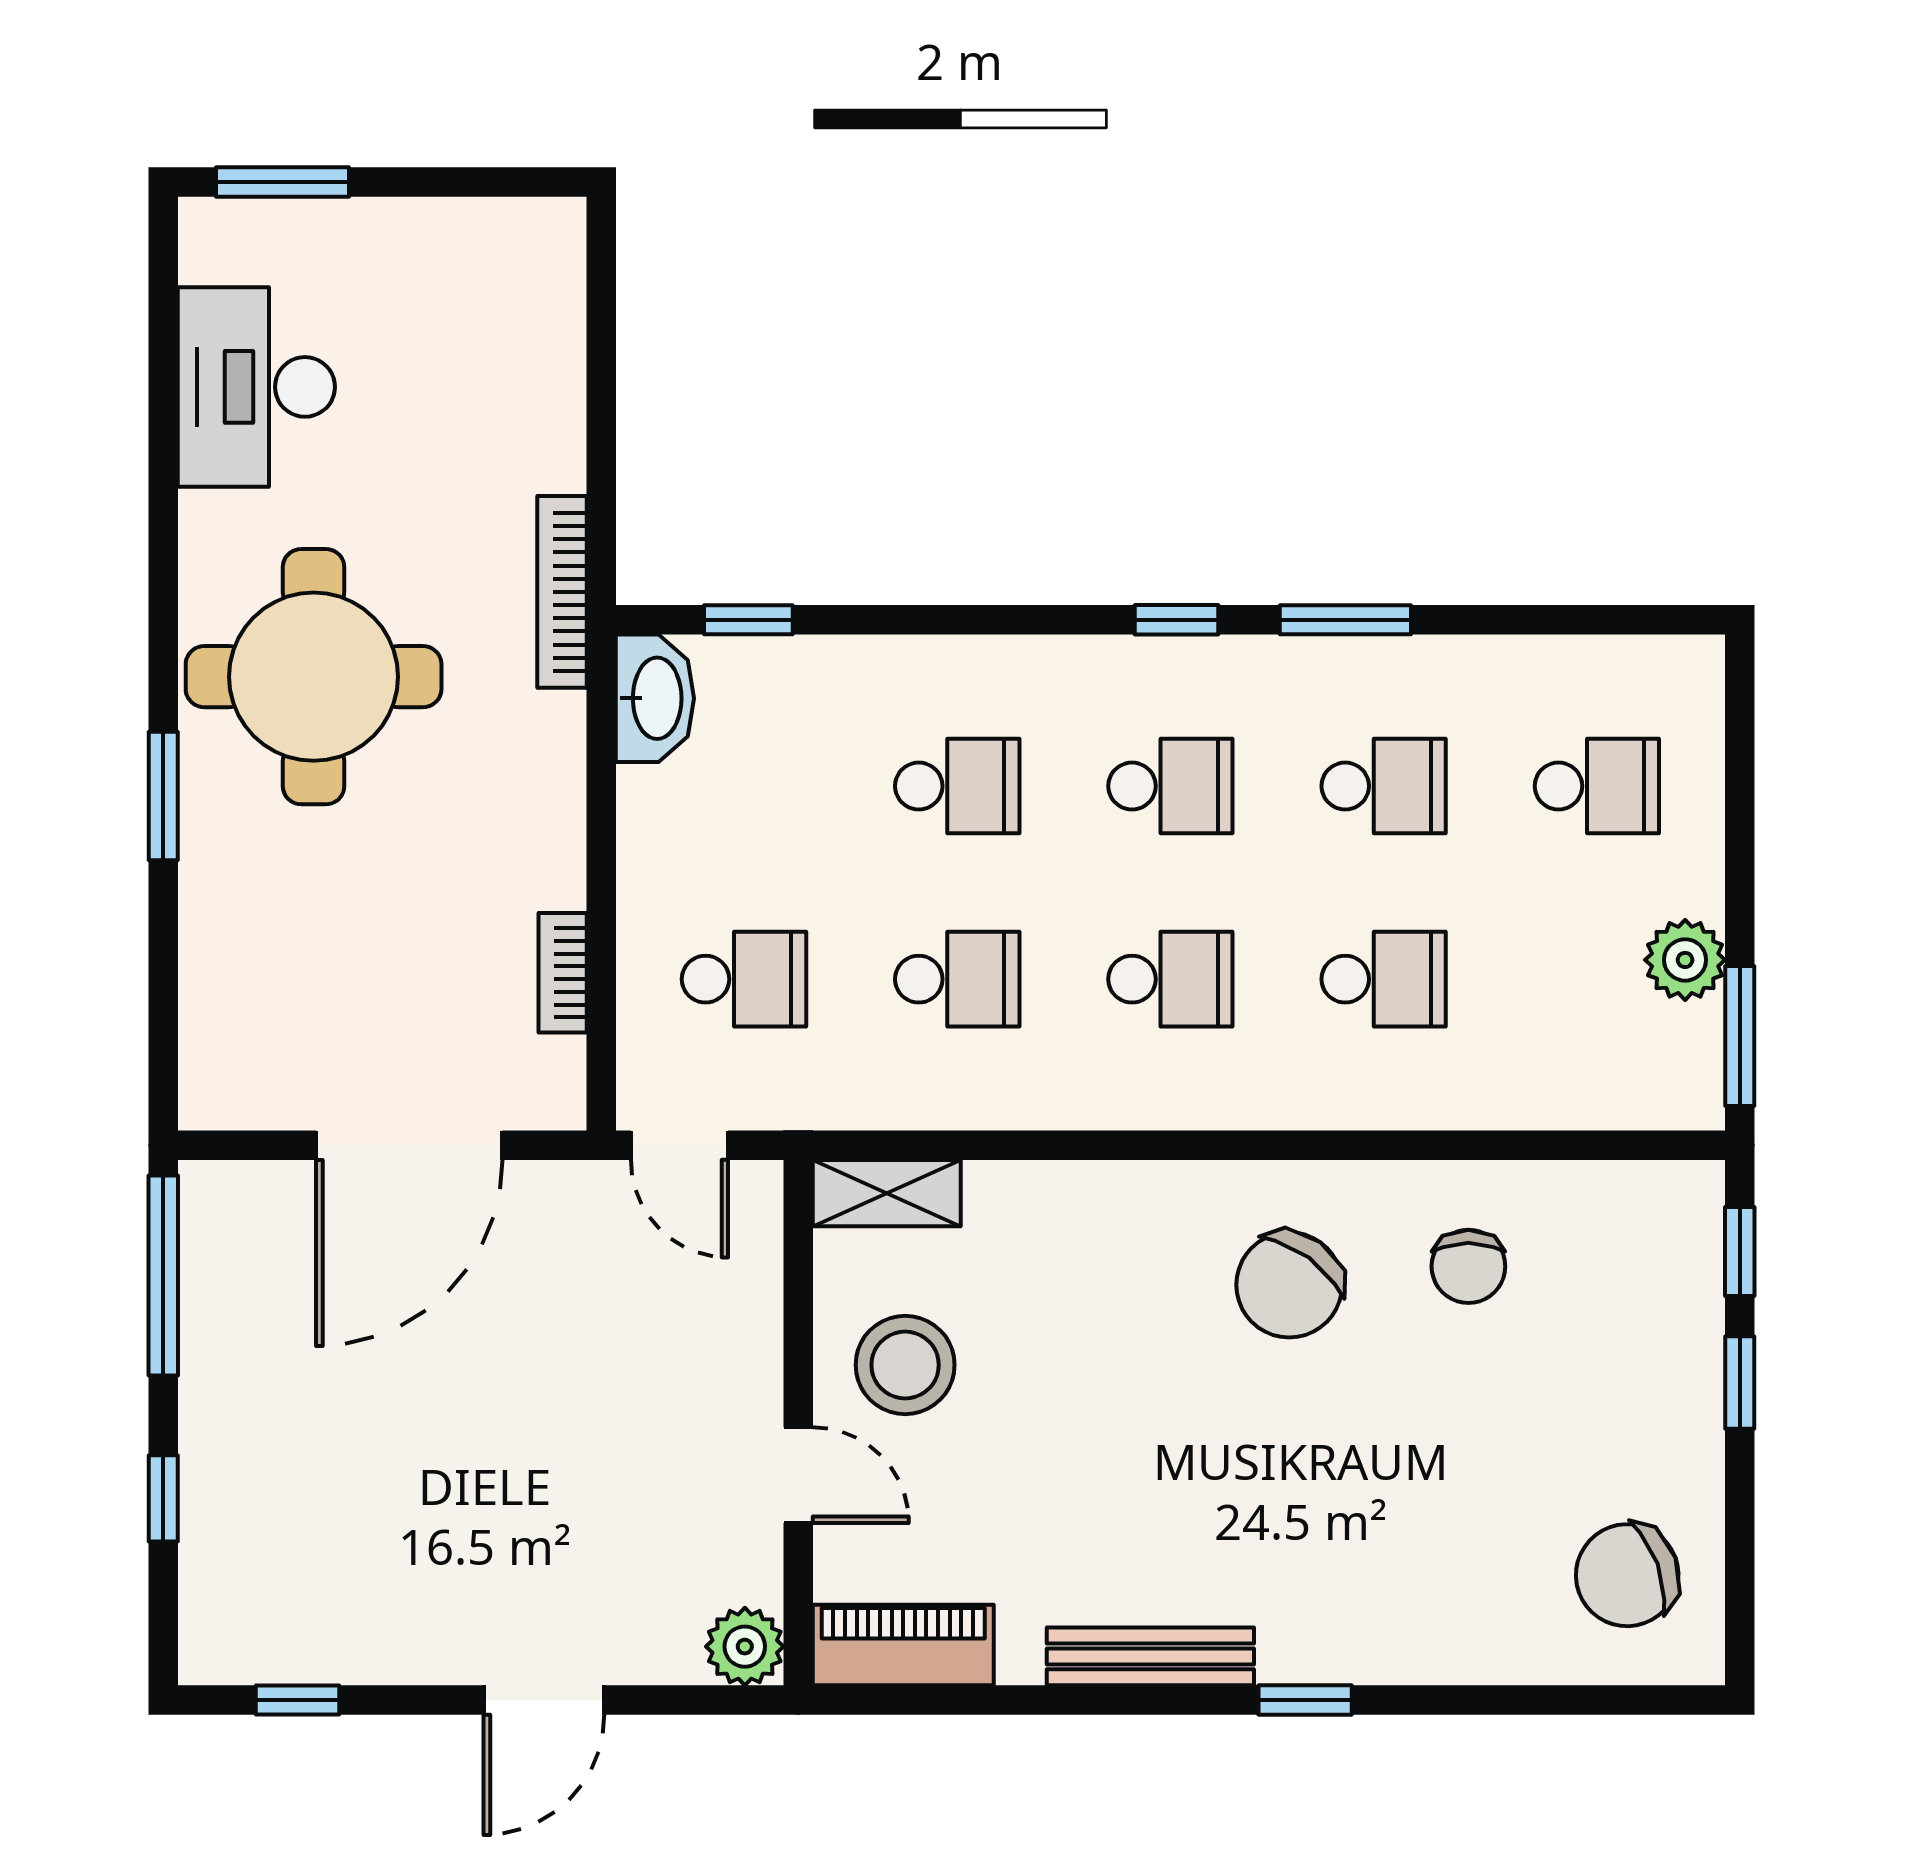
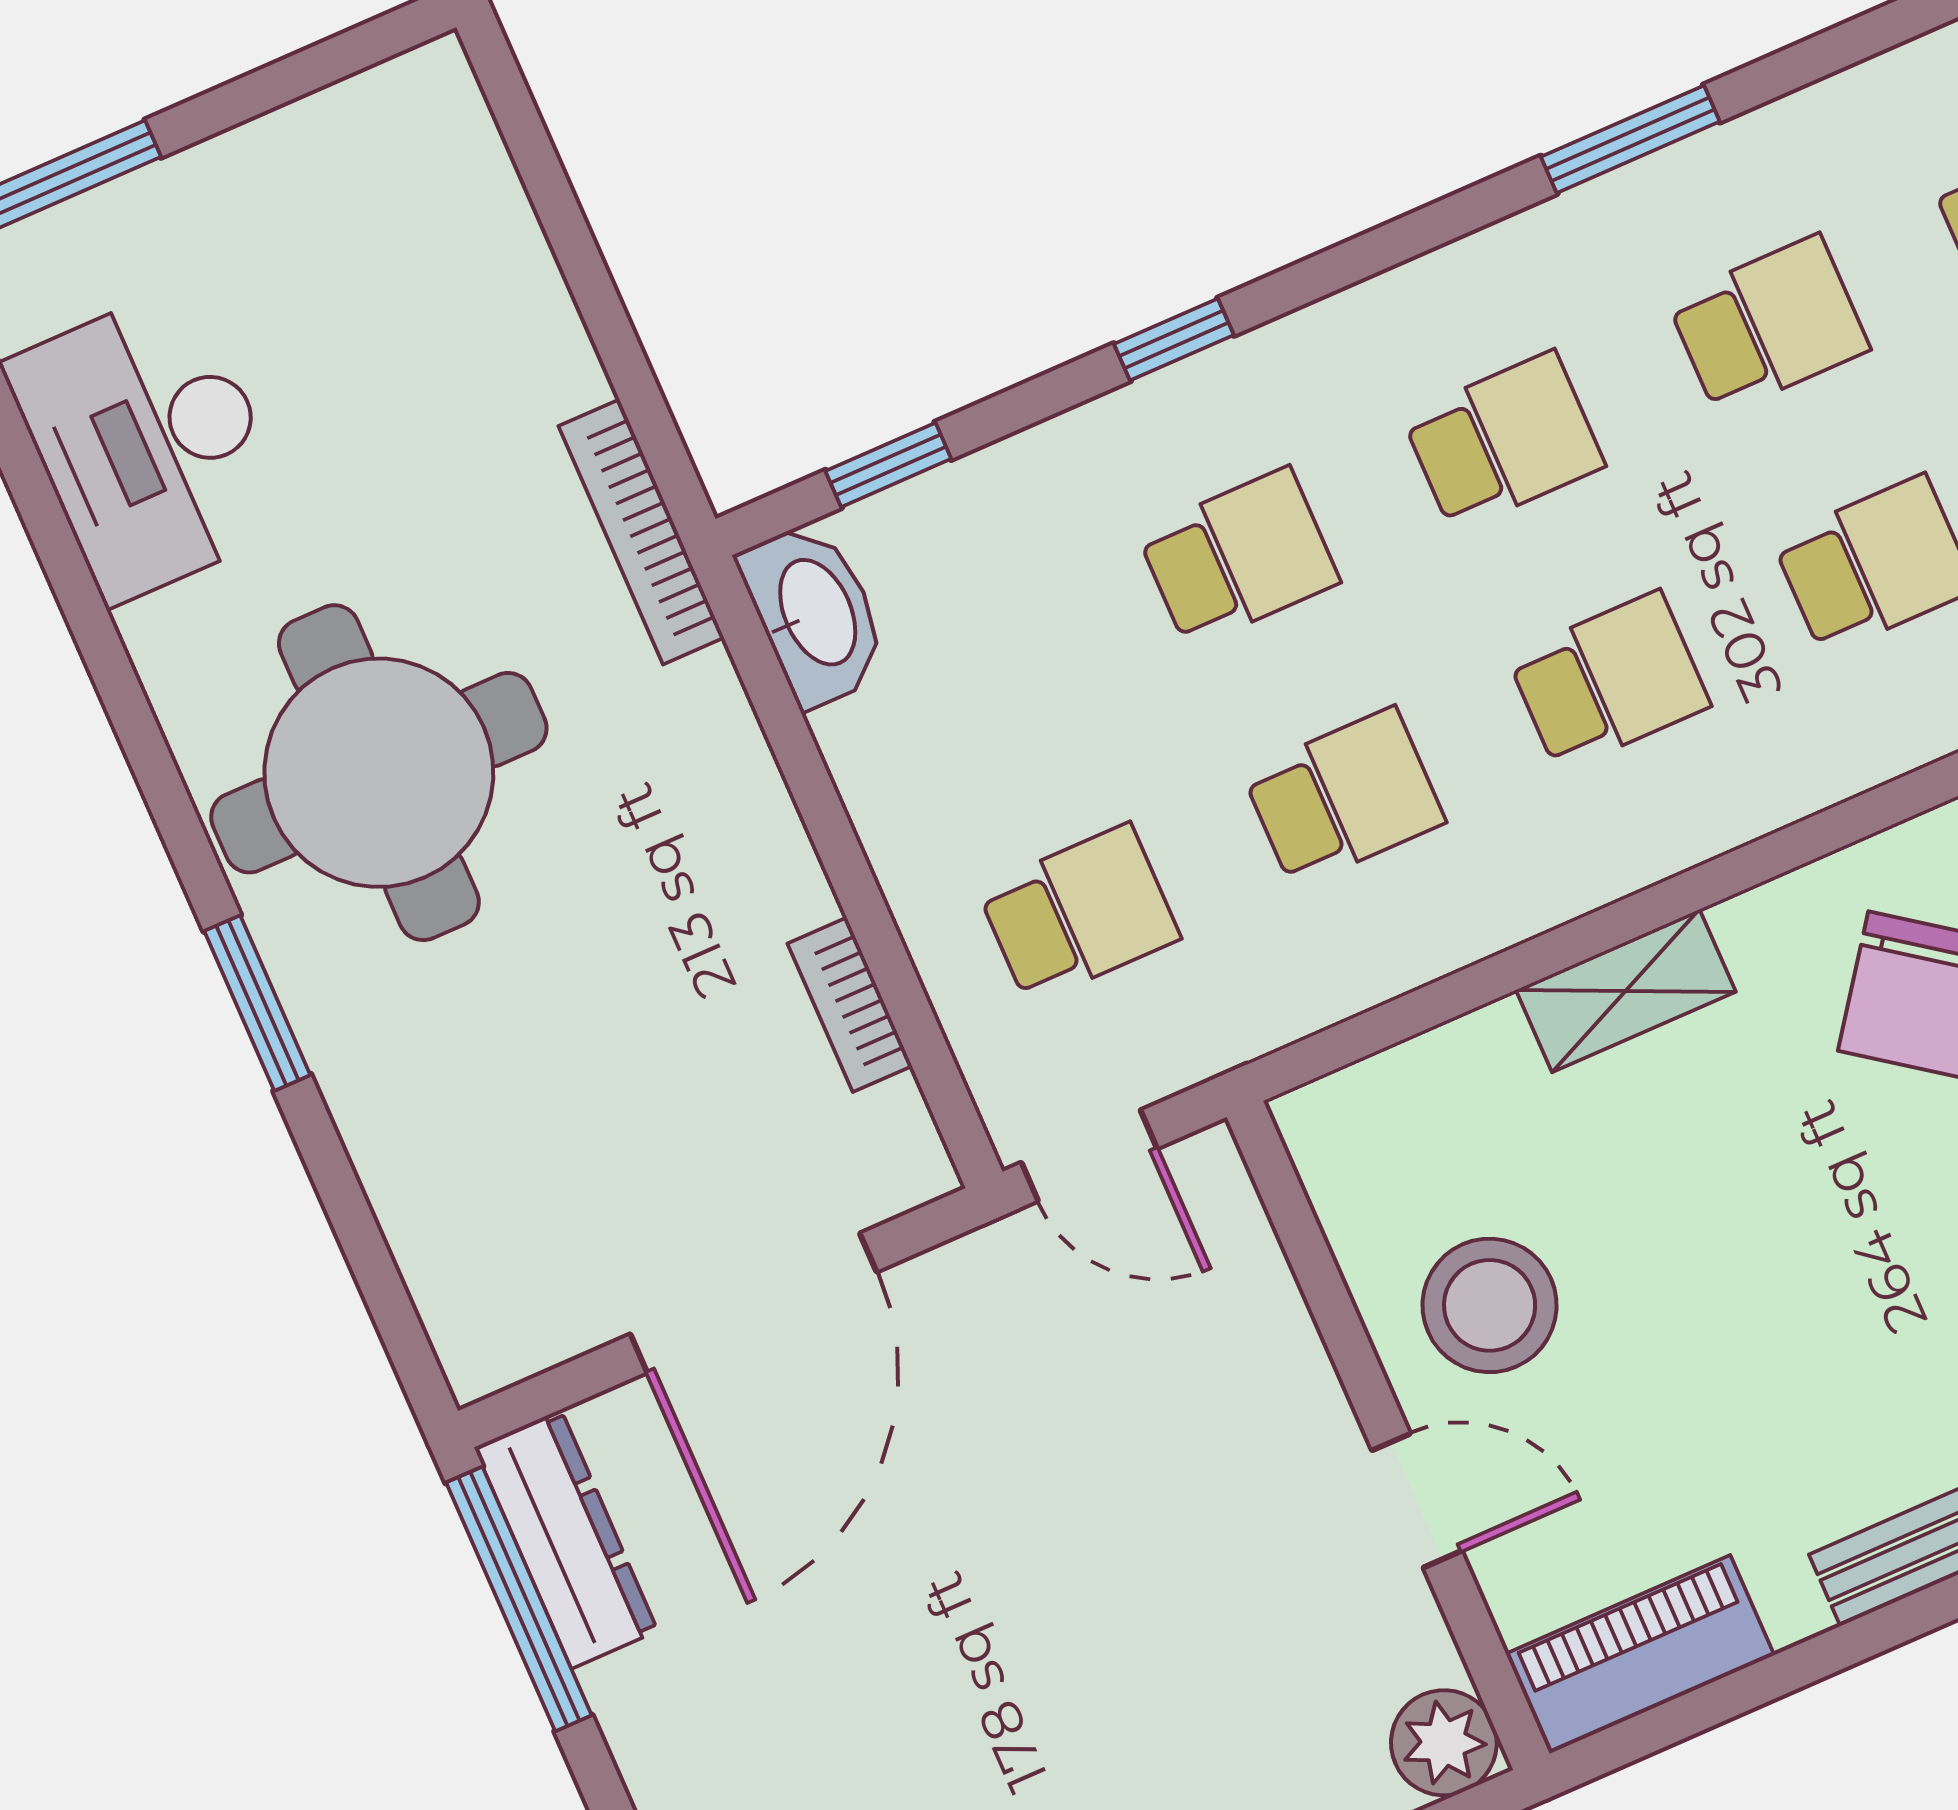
window: (1177, 620) -> (1174, 339), moved
shelving: (887, 1193) -> (1626, 991), moved
dresser: (213, 1249) -> (566, 1539), added

